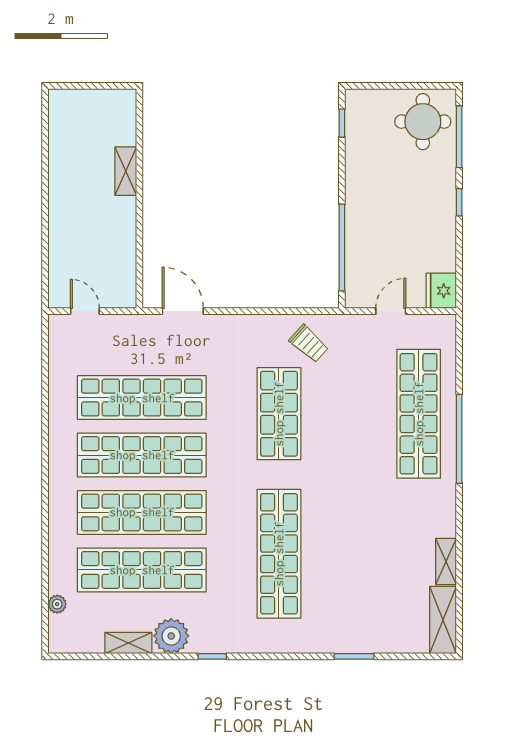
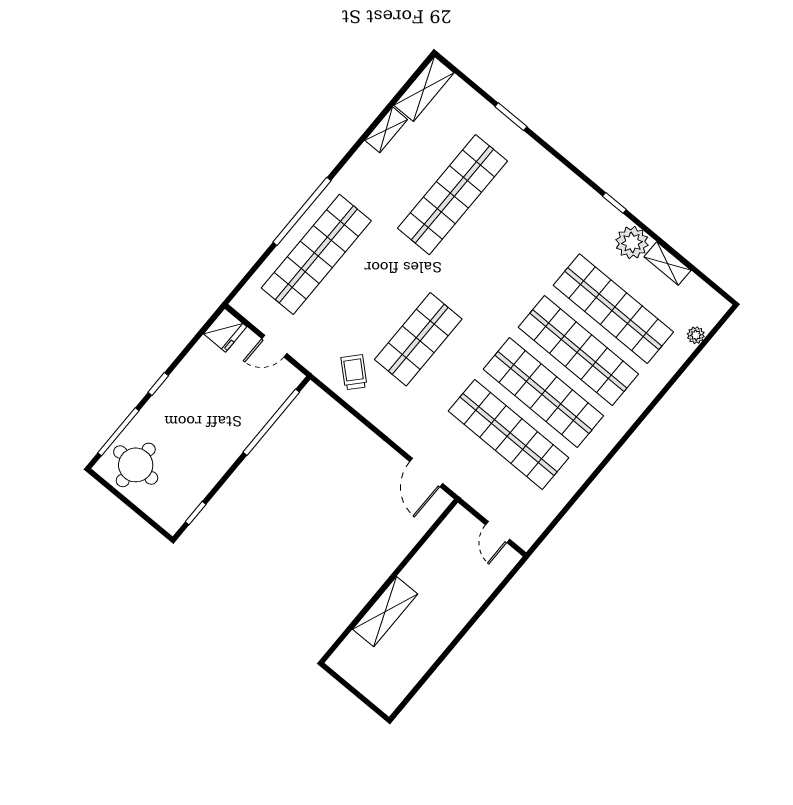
shelving: (126, 171) -> (385, 612), width x1.50, depth x1.33
shop shelf: (279, 554) -> (452, 195), moved

